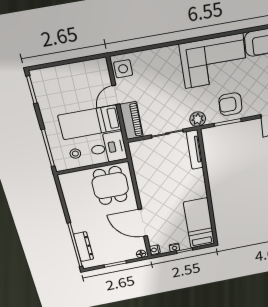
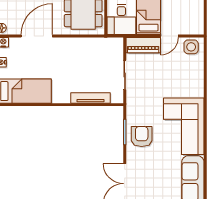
door: (116, 95) -> (169, 36), swing flipped
plant: (198, 119) -> (133, 105), removed
tv unit: (195, 150) -> (90, 98), moved

